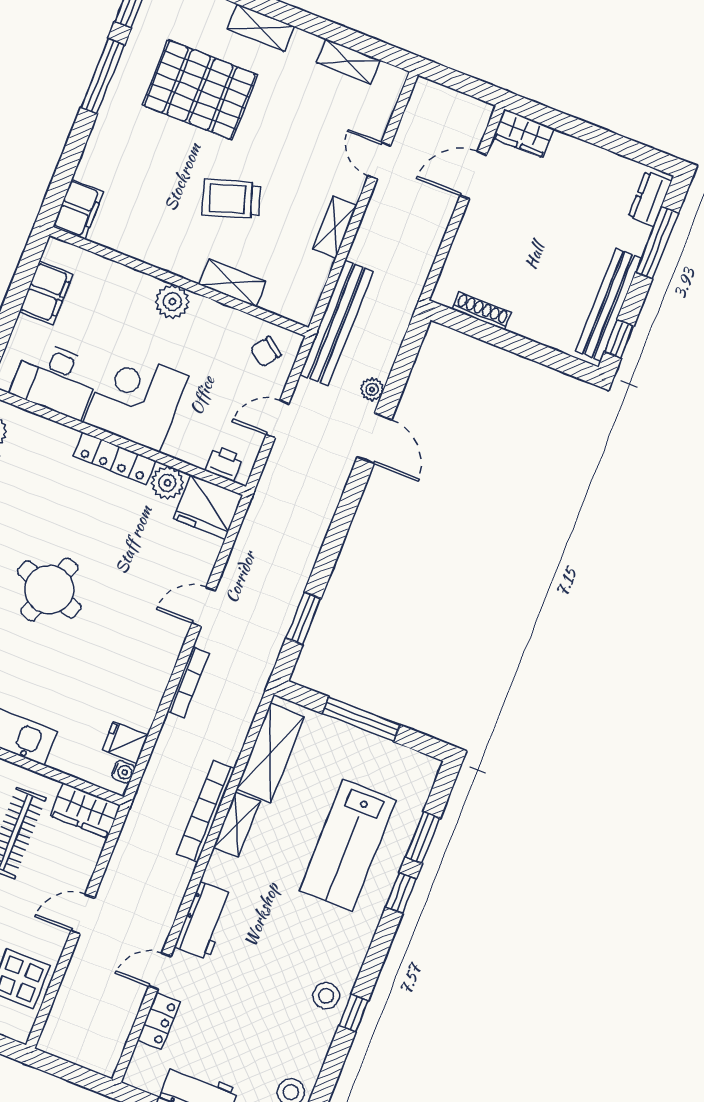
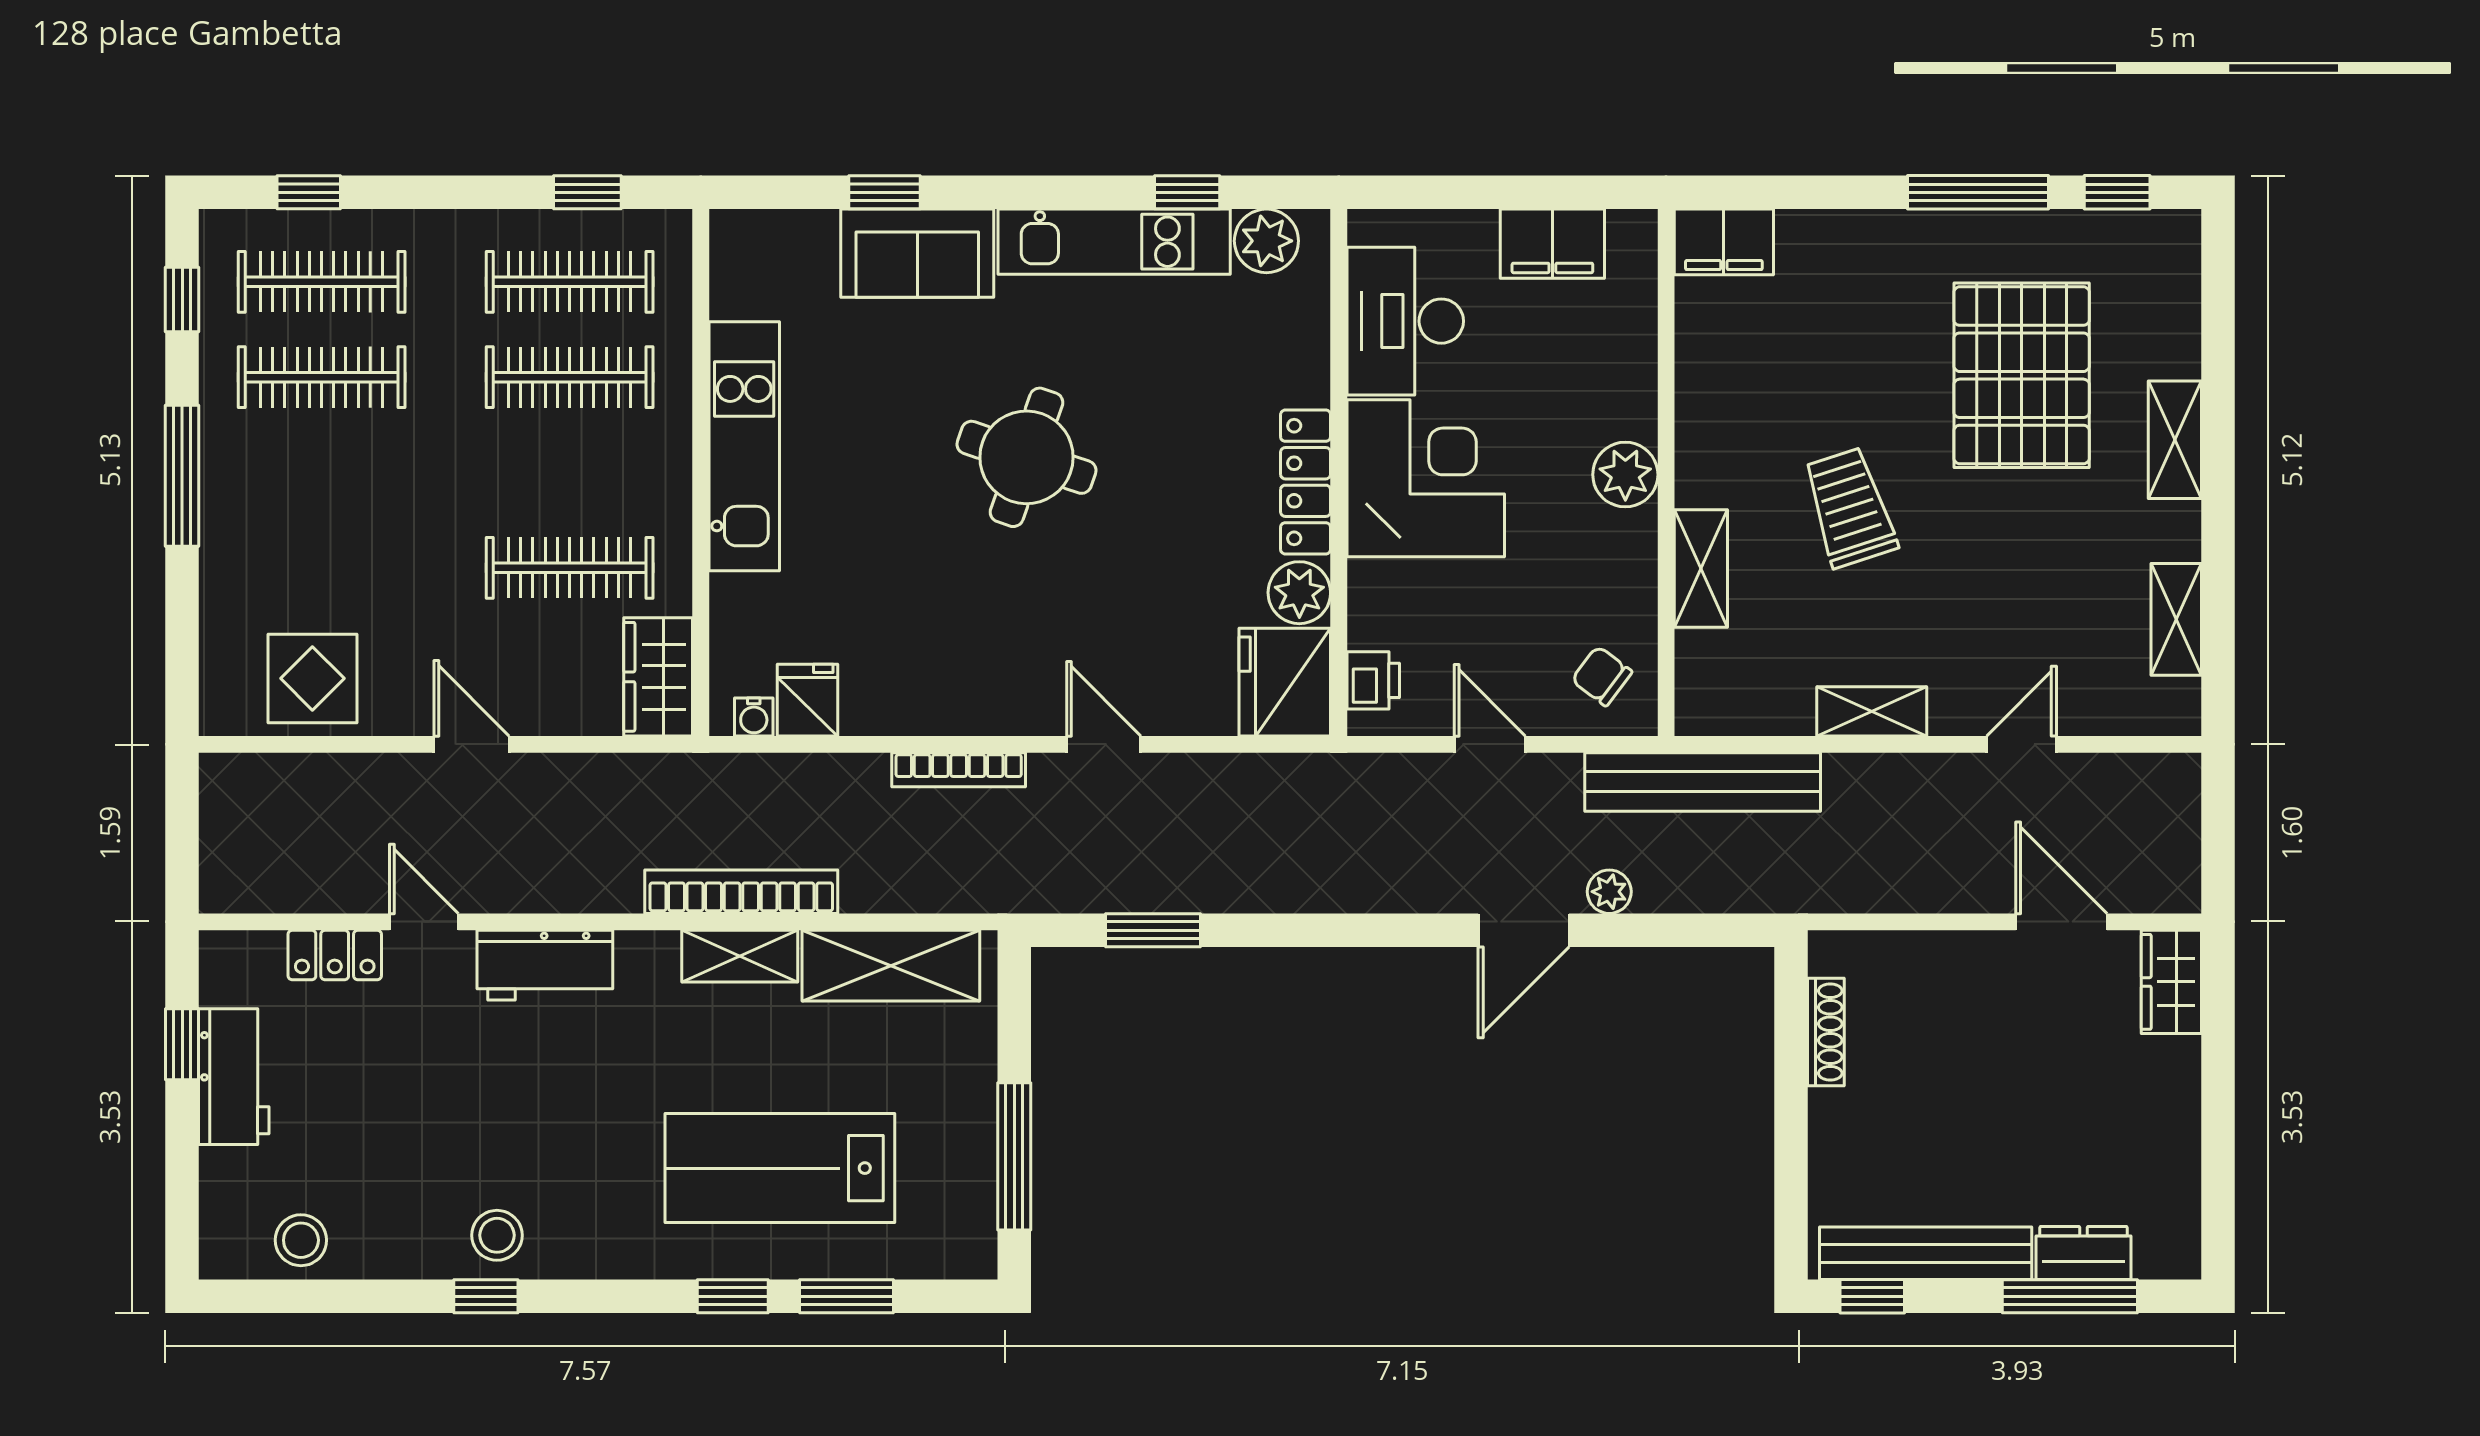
dresser: (650, 199) -> (2084, 1253), moved
window: (361, 719) -> (1014, 1156), moved

